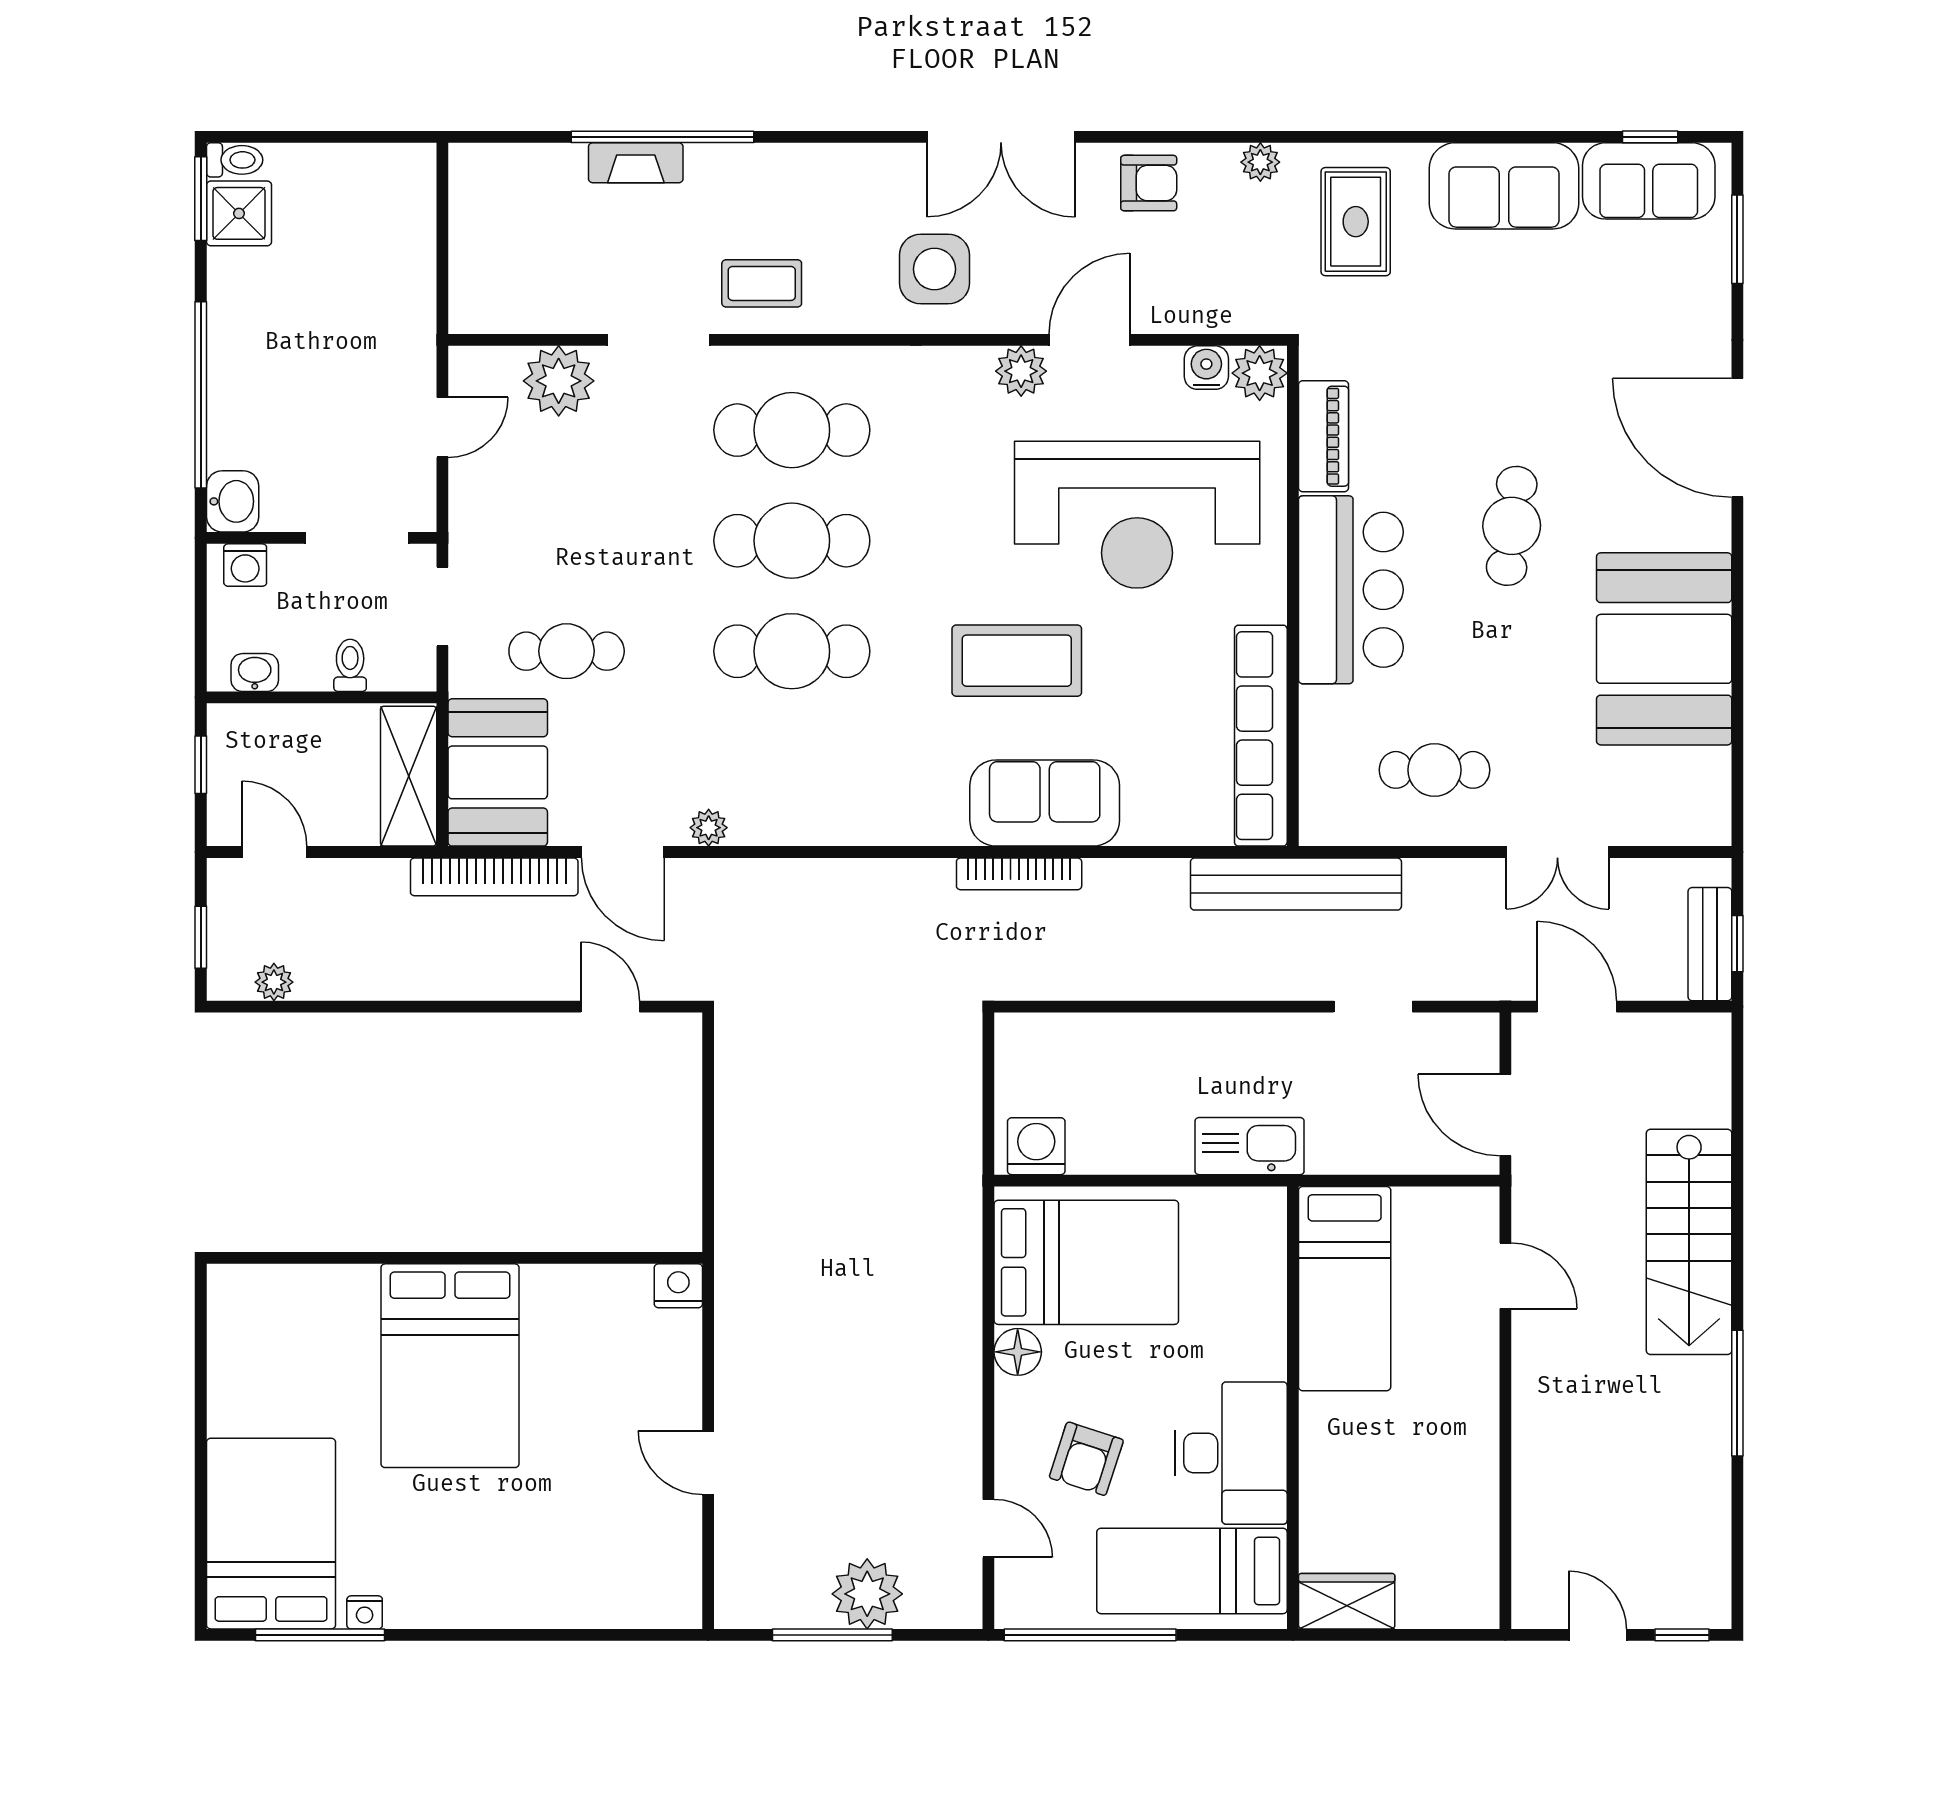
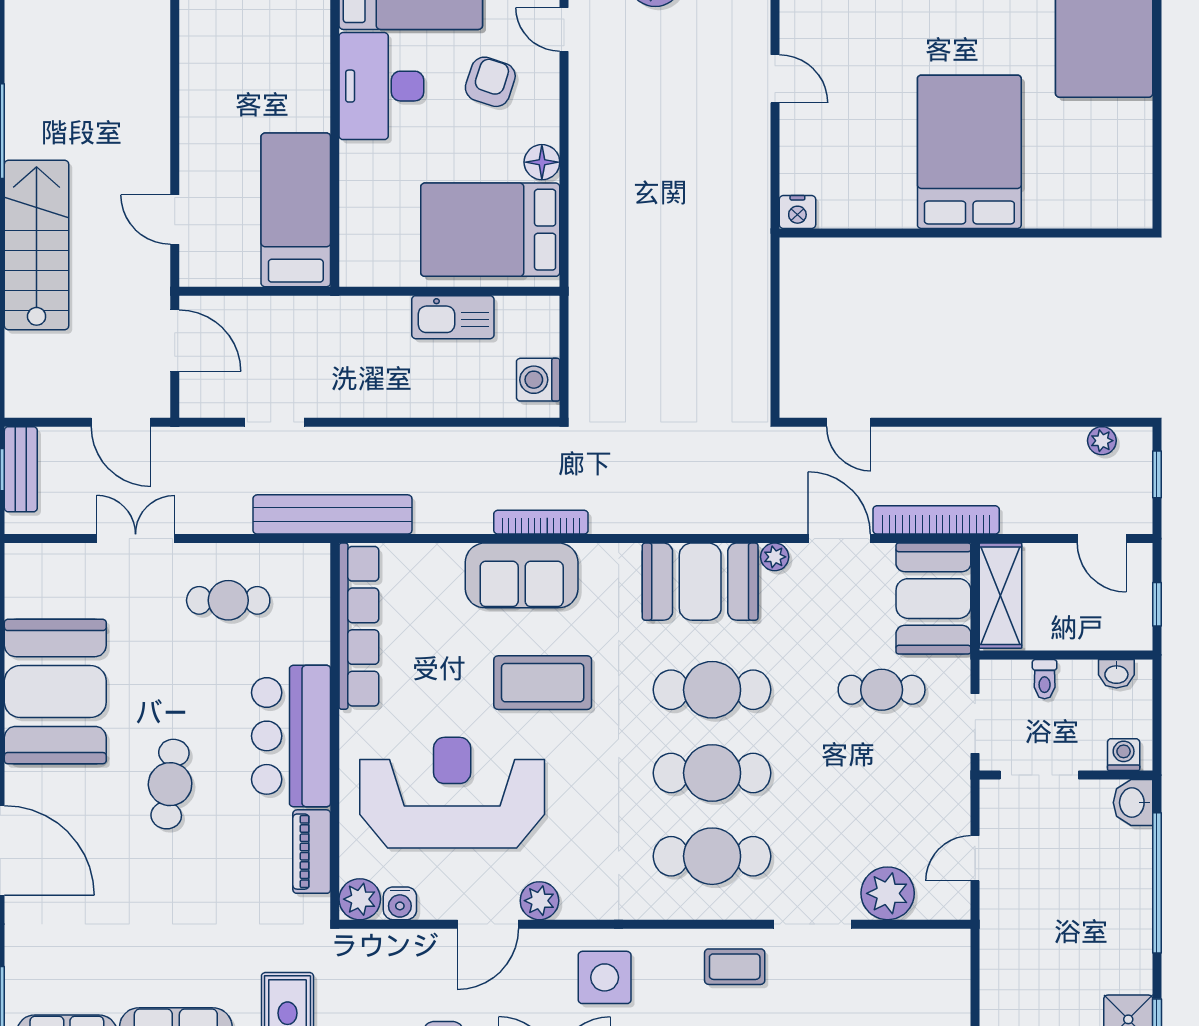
booth: (808, 795) -> (700, 582), added
washing machine: (1036, 1146) -> (538, 380), moved, turned 90
kitchen sink: (1250, 1146) -> (453, 317), moved

